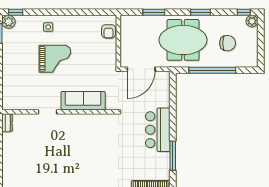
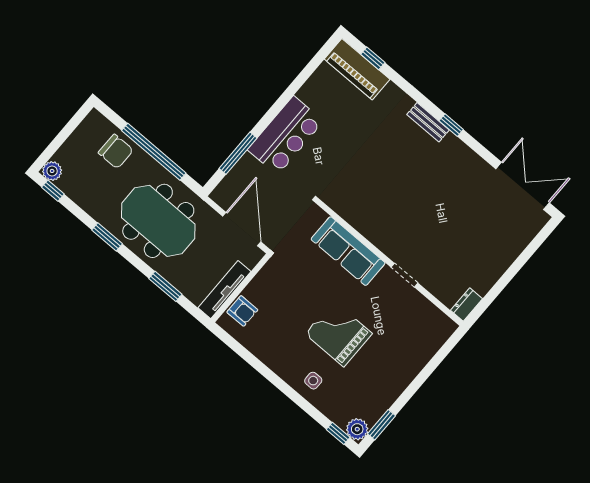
armchair: (109, 31) -> (242, 311), turned 90
tv unit: (125, 34) -> (224, 290), added
chair: (228, 43) -> (116, 151), moved, turned 180
door: (141, 69) -> (242, 229), hinge flipped
window: (173, 156) -> (238, 153), moved

